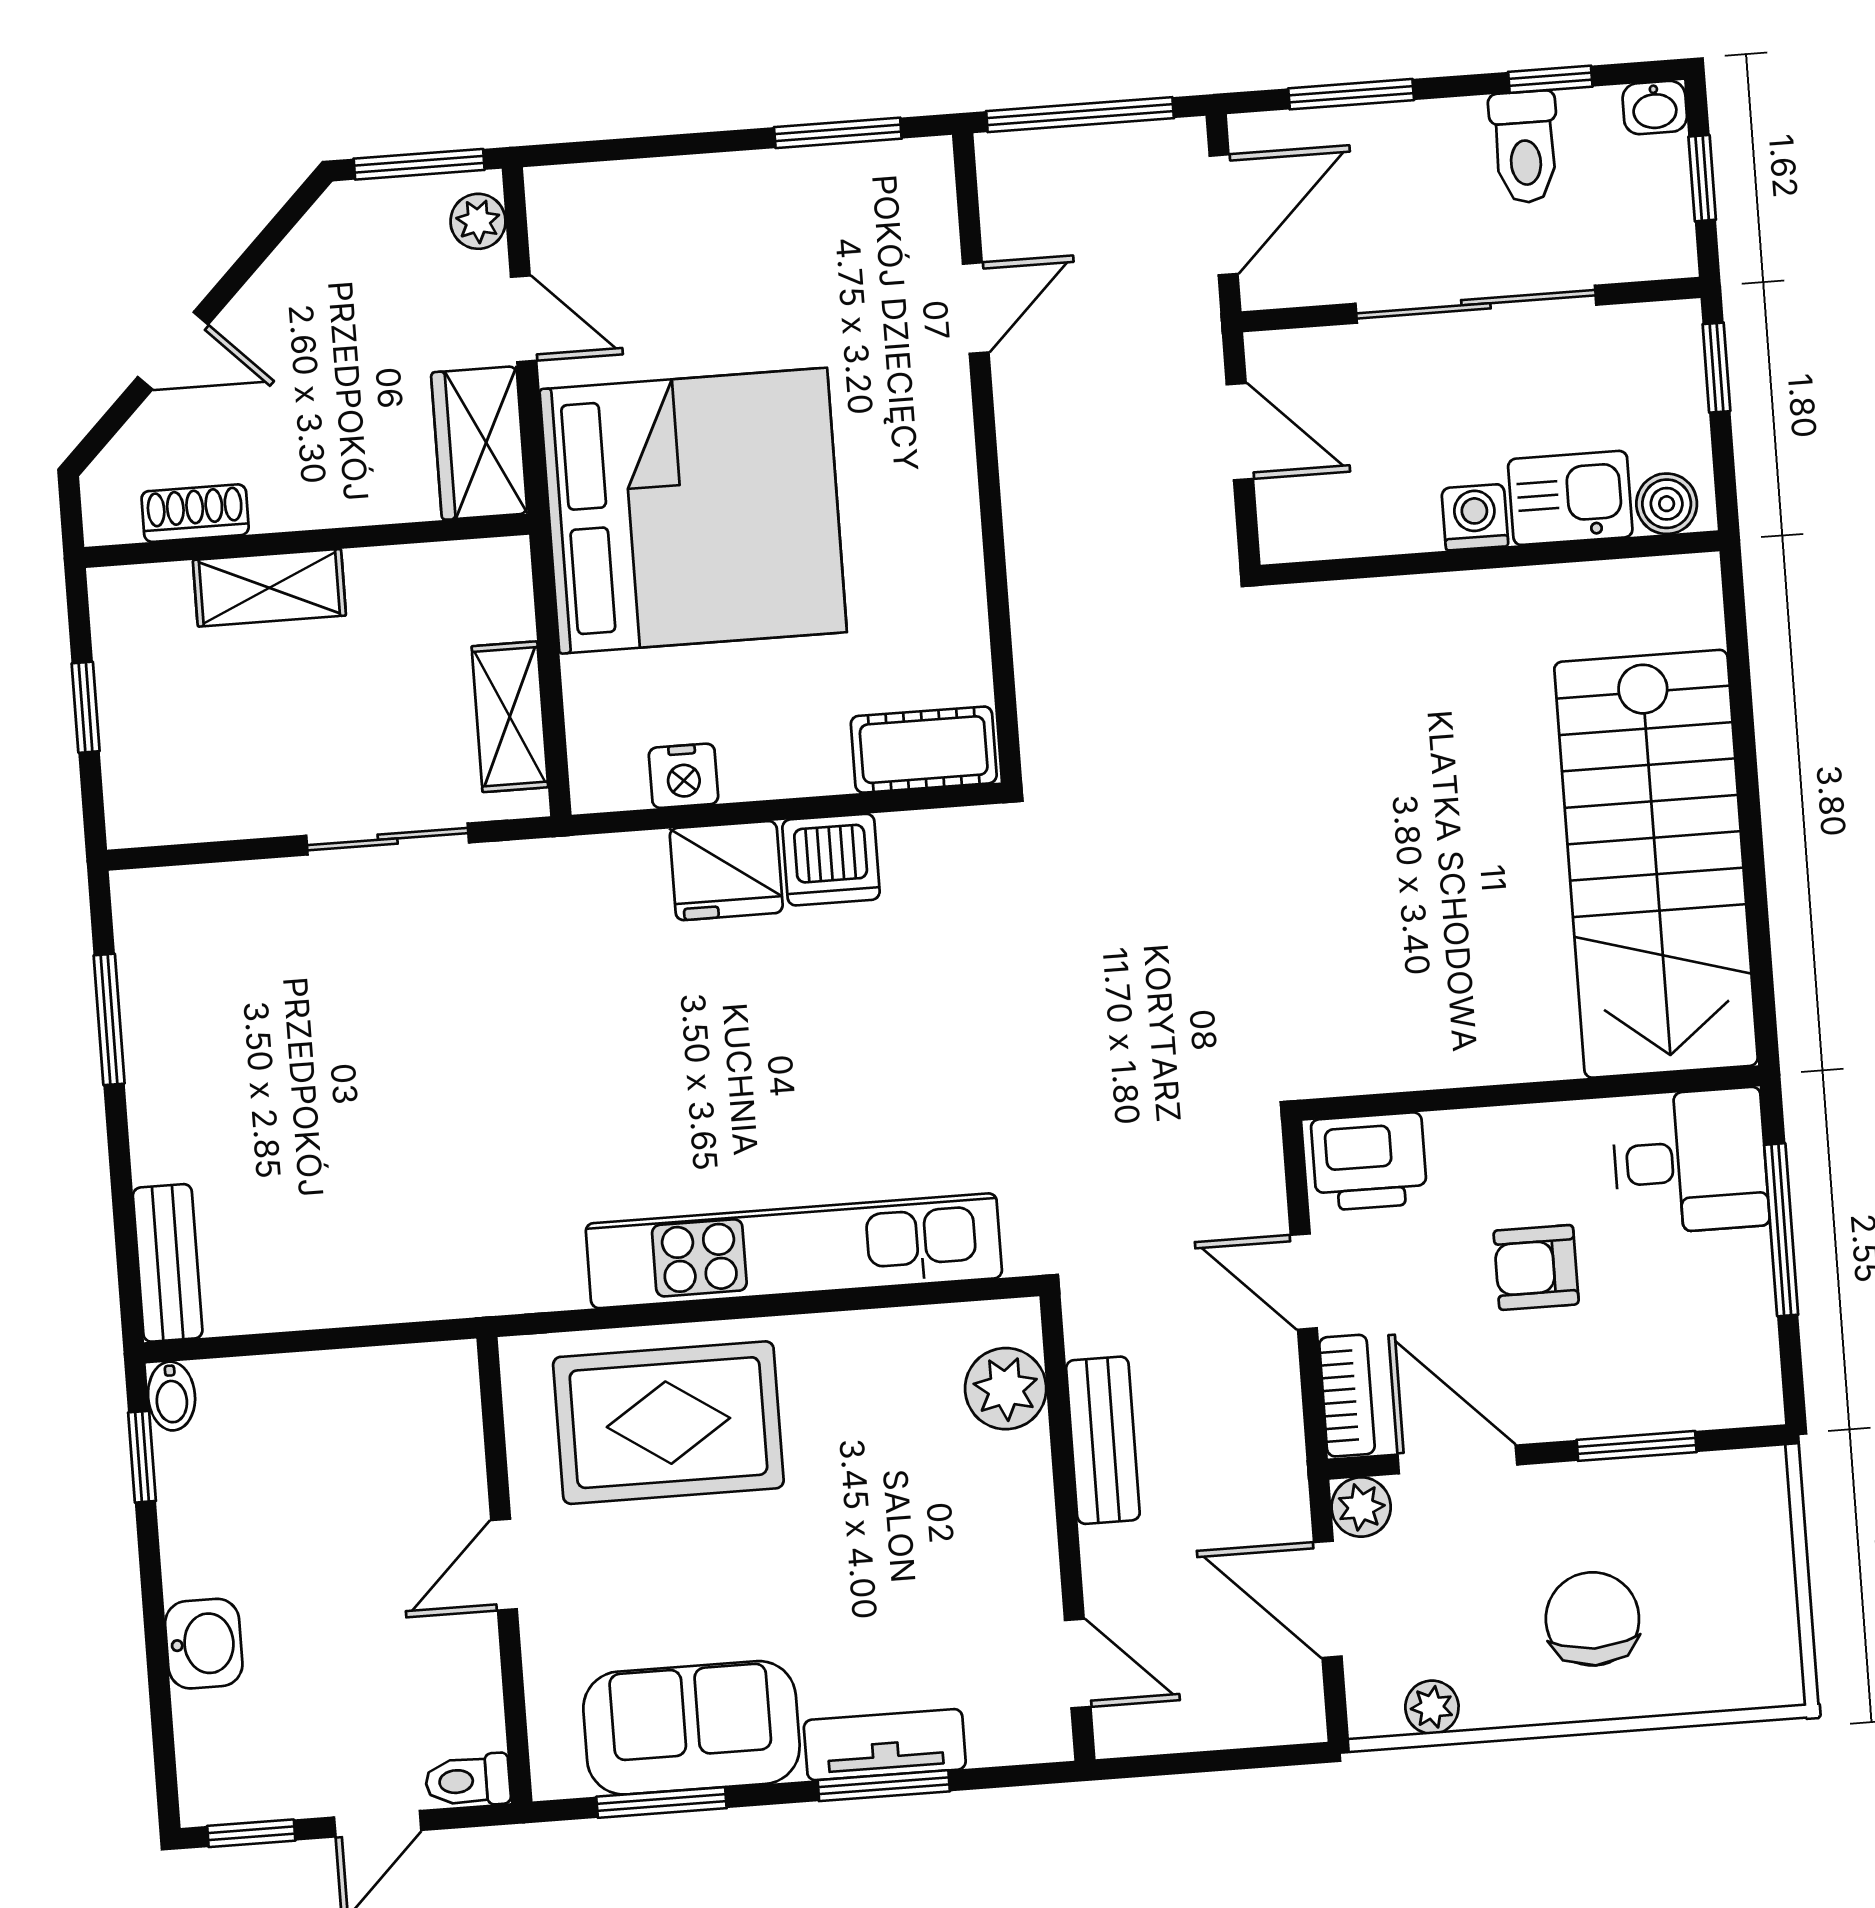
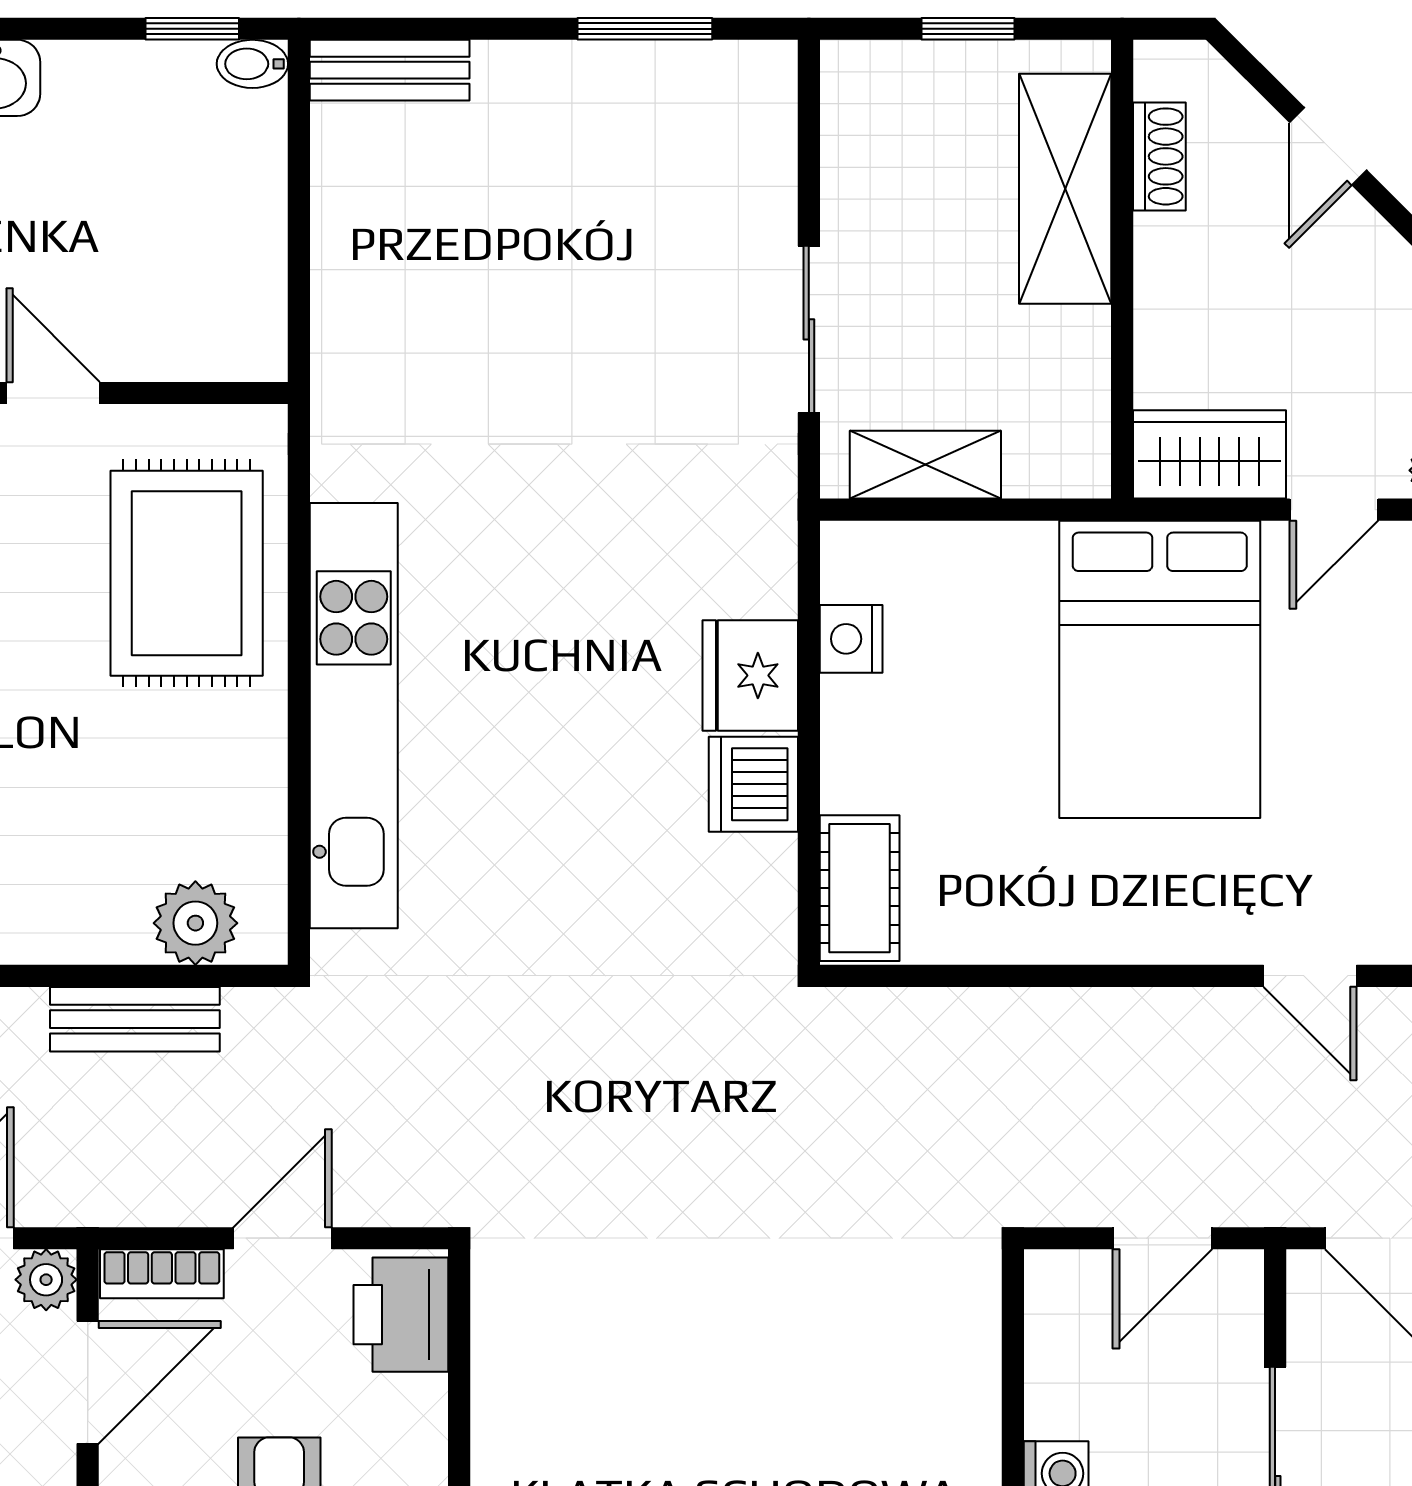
bed: (693, 511) -> (1160, 669), width x0.73
shelving: (269, 588) -> (1065, 189), width x1.50, depth x1.33

